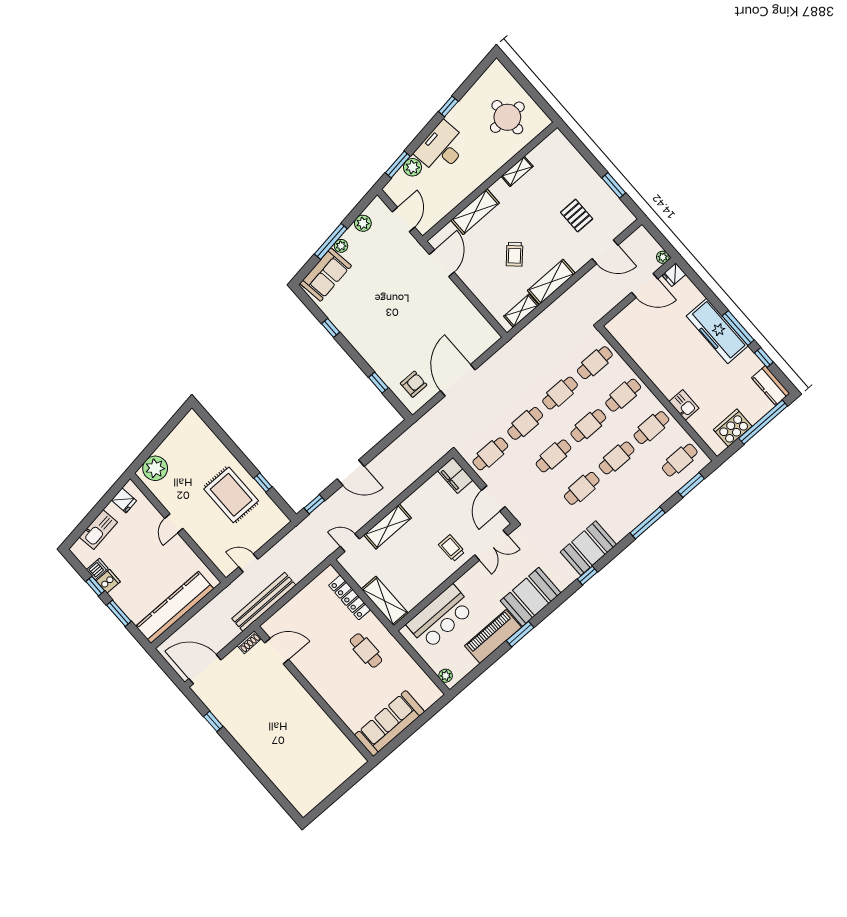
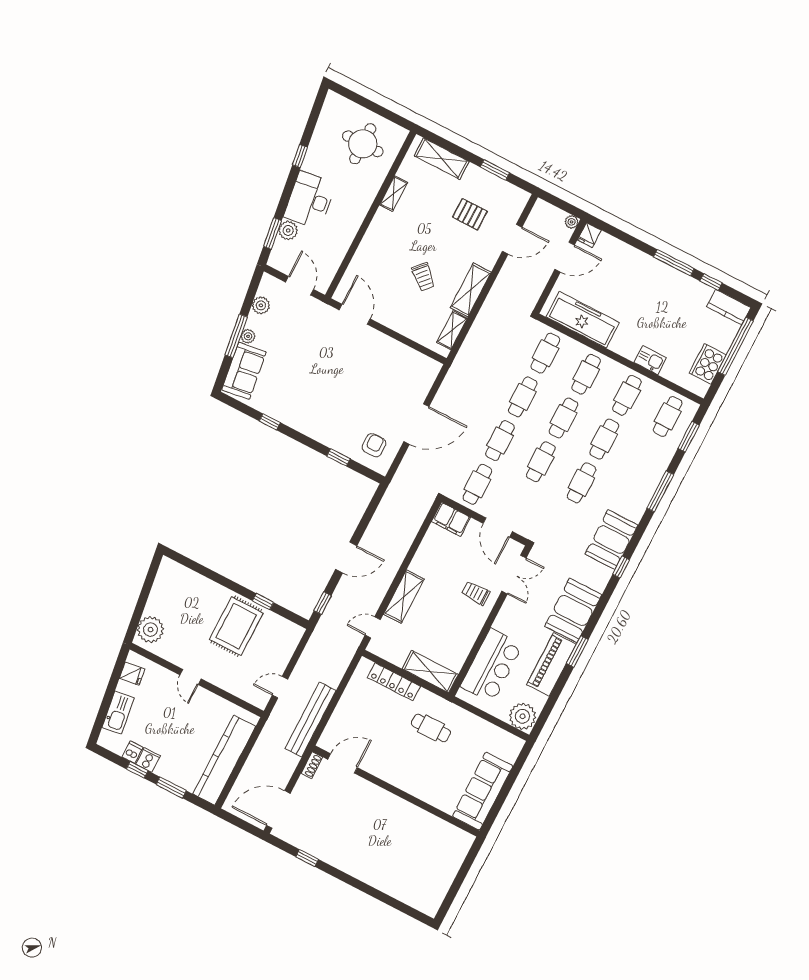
shelving: (475, 212) -> (442, 159), moved, turned 90
freezer: (717, 331) -> (583, 320), moved, turned 180
door: (458, 380) -> (416, 424), swing flipped
rug: (231, 495) -> (236, 626), turned 90
plant: (446, 676) -> (523, 716), width x1.87, depth x1.87

